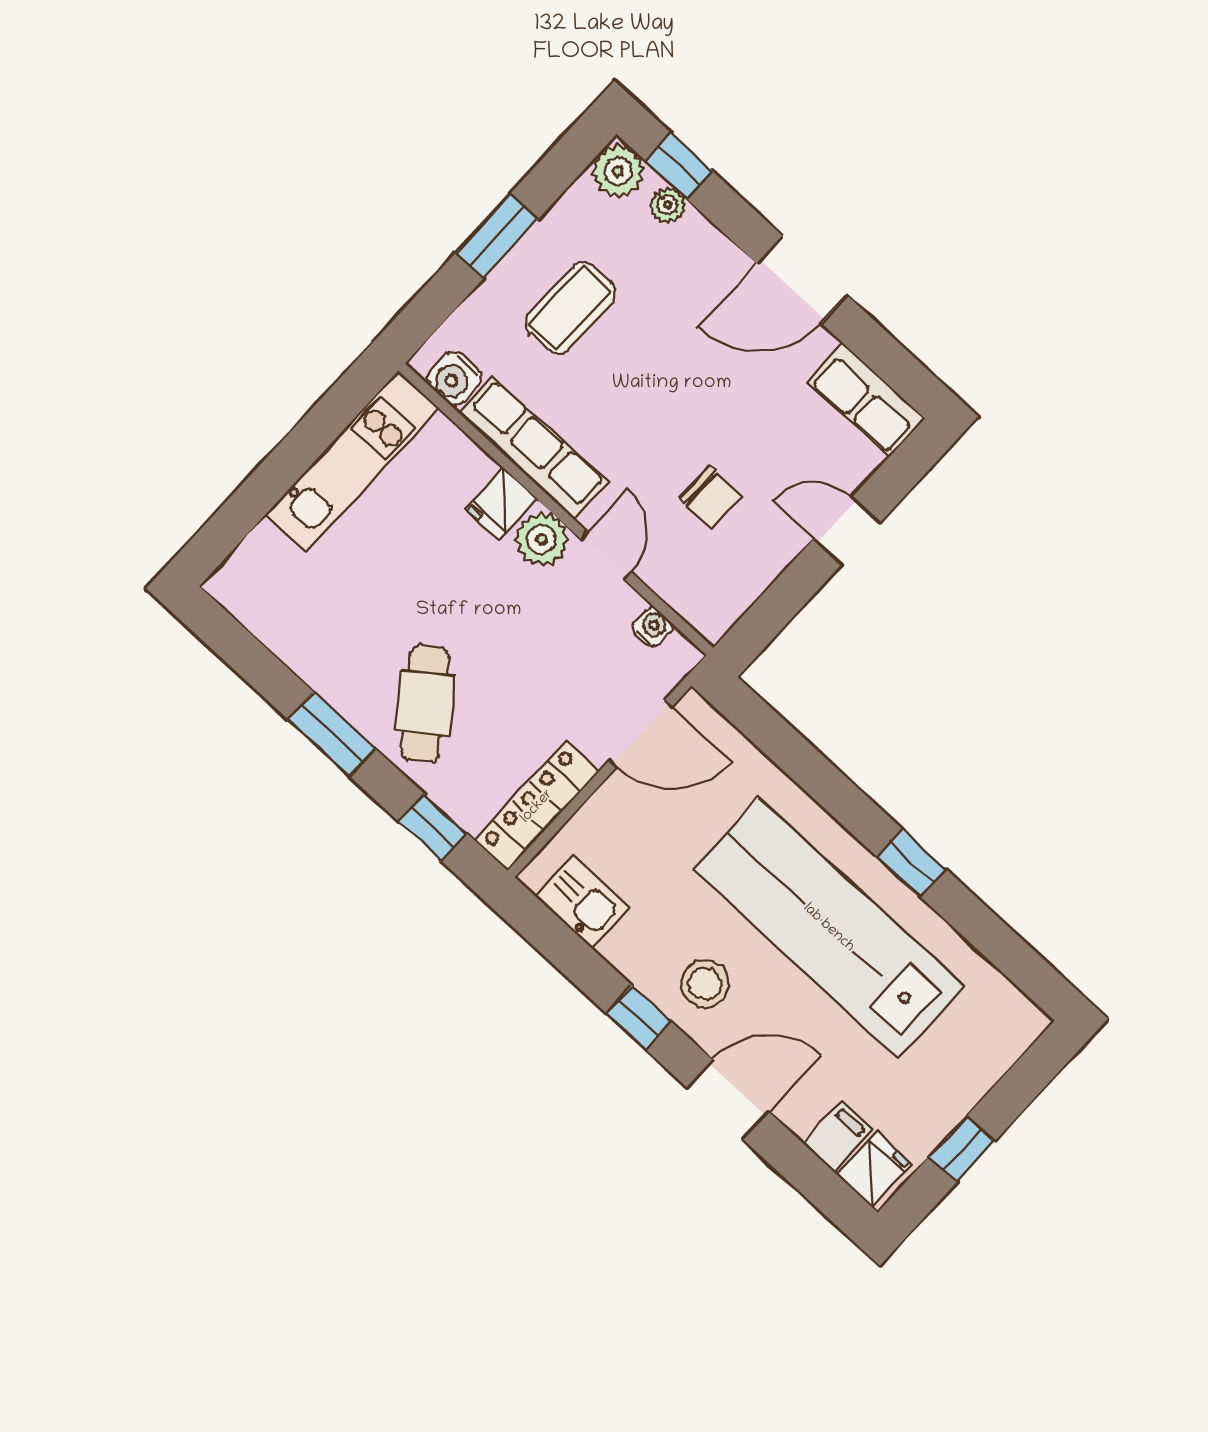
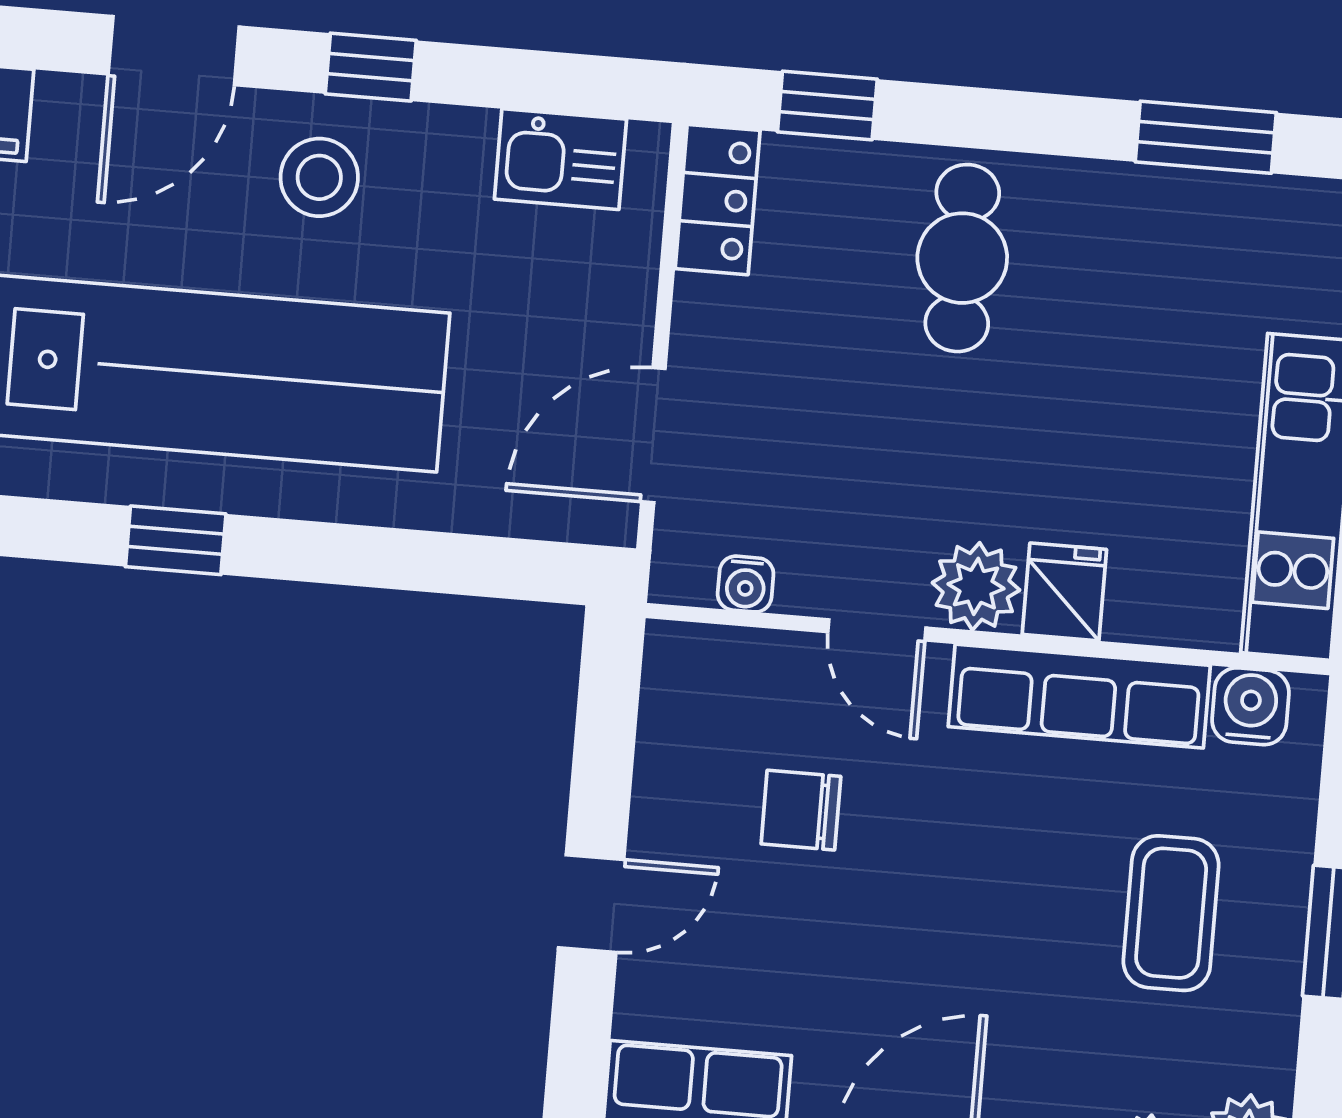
cafe table: (425, 703) -> (962, 258), turned 37
window: (332, 734) -> (1206, 137), moved
locker: (537, 806) -> (718, 200), width x0.66

